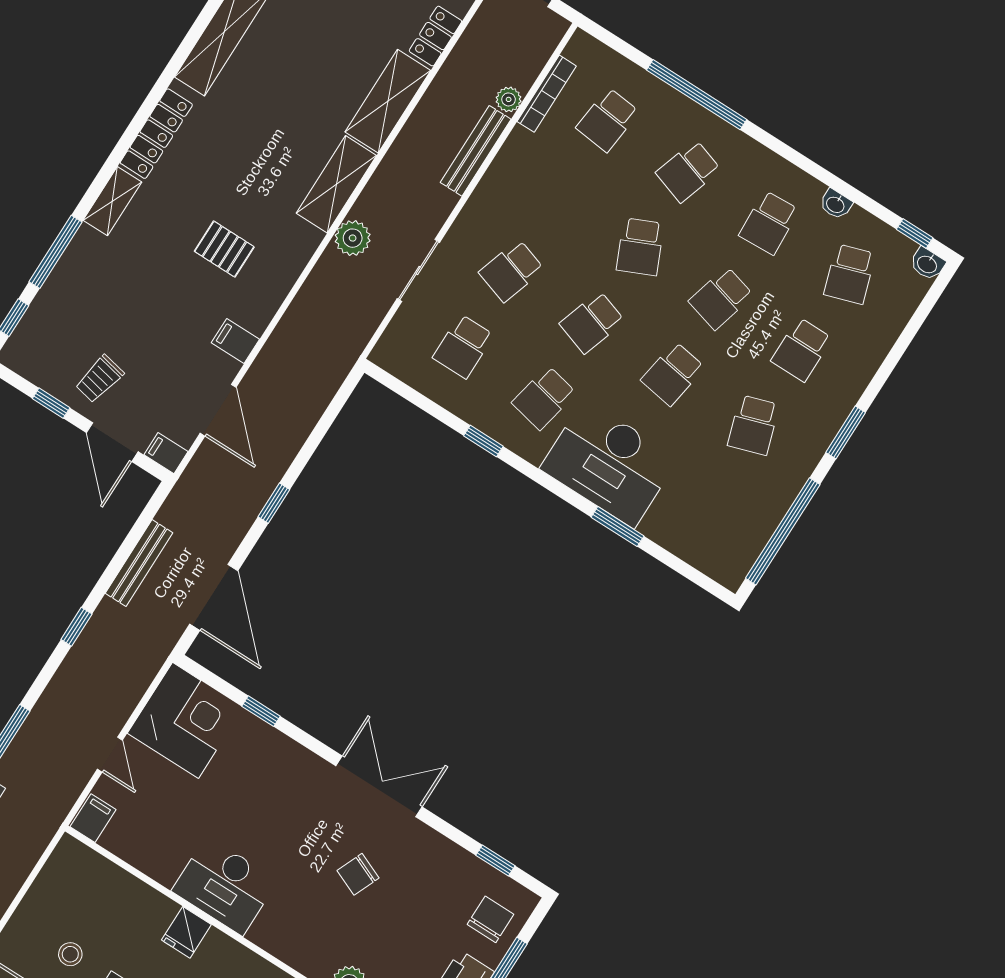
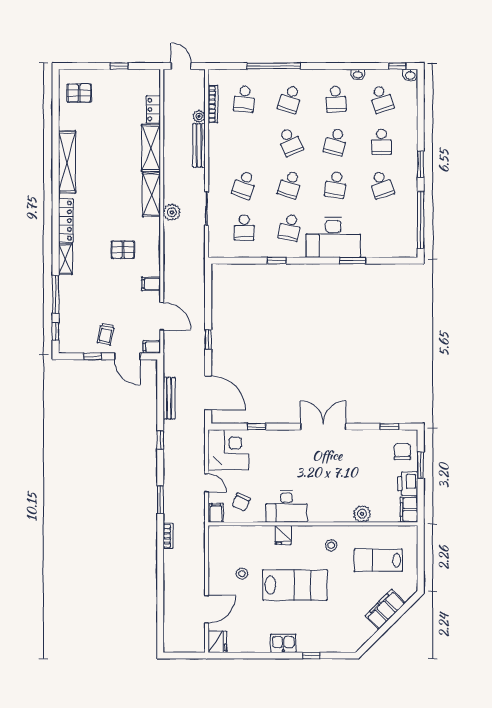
chair: (358, 874) -> (241, 502), moved

